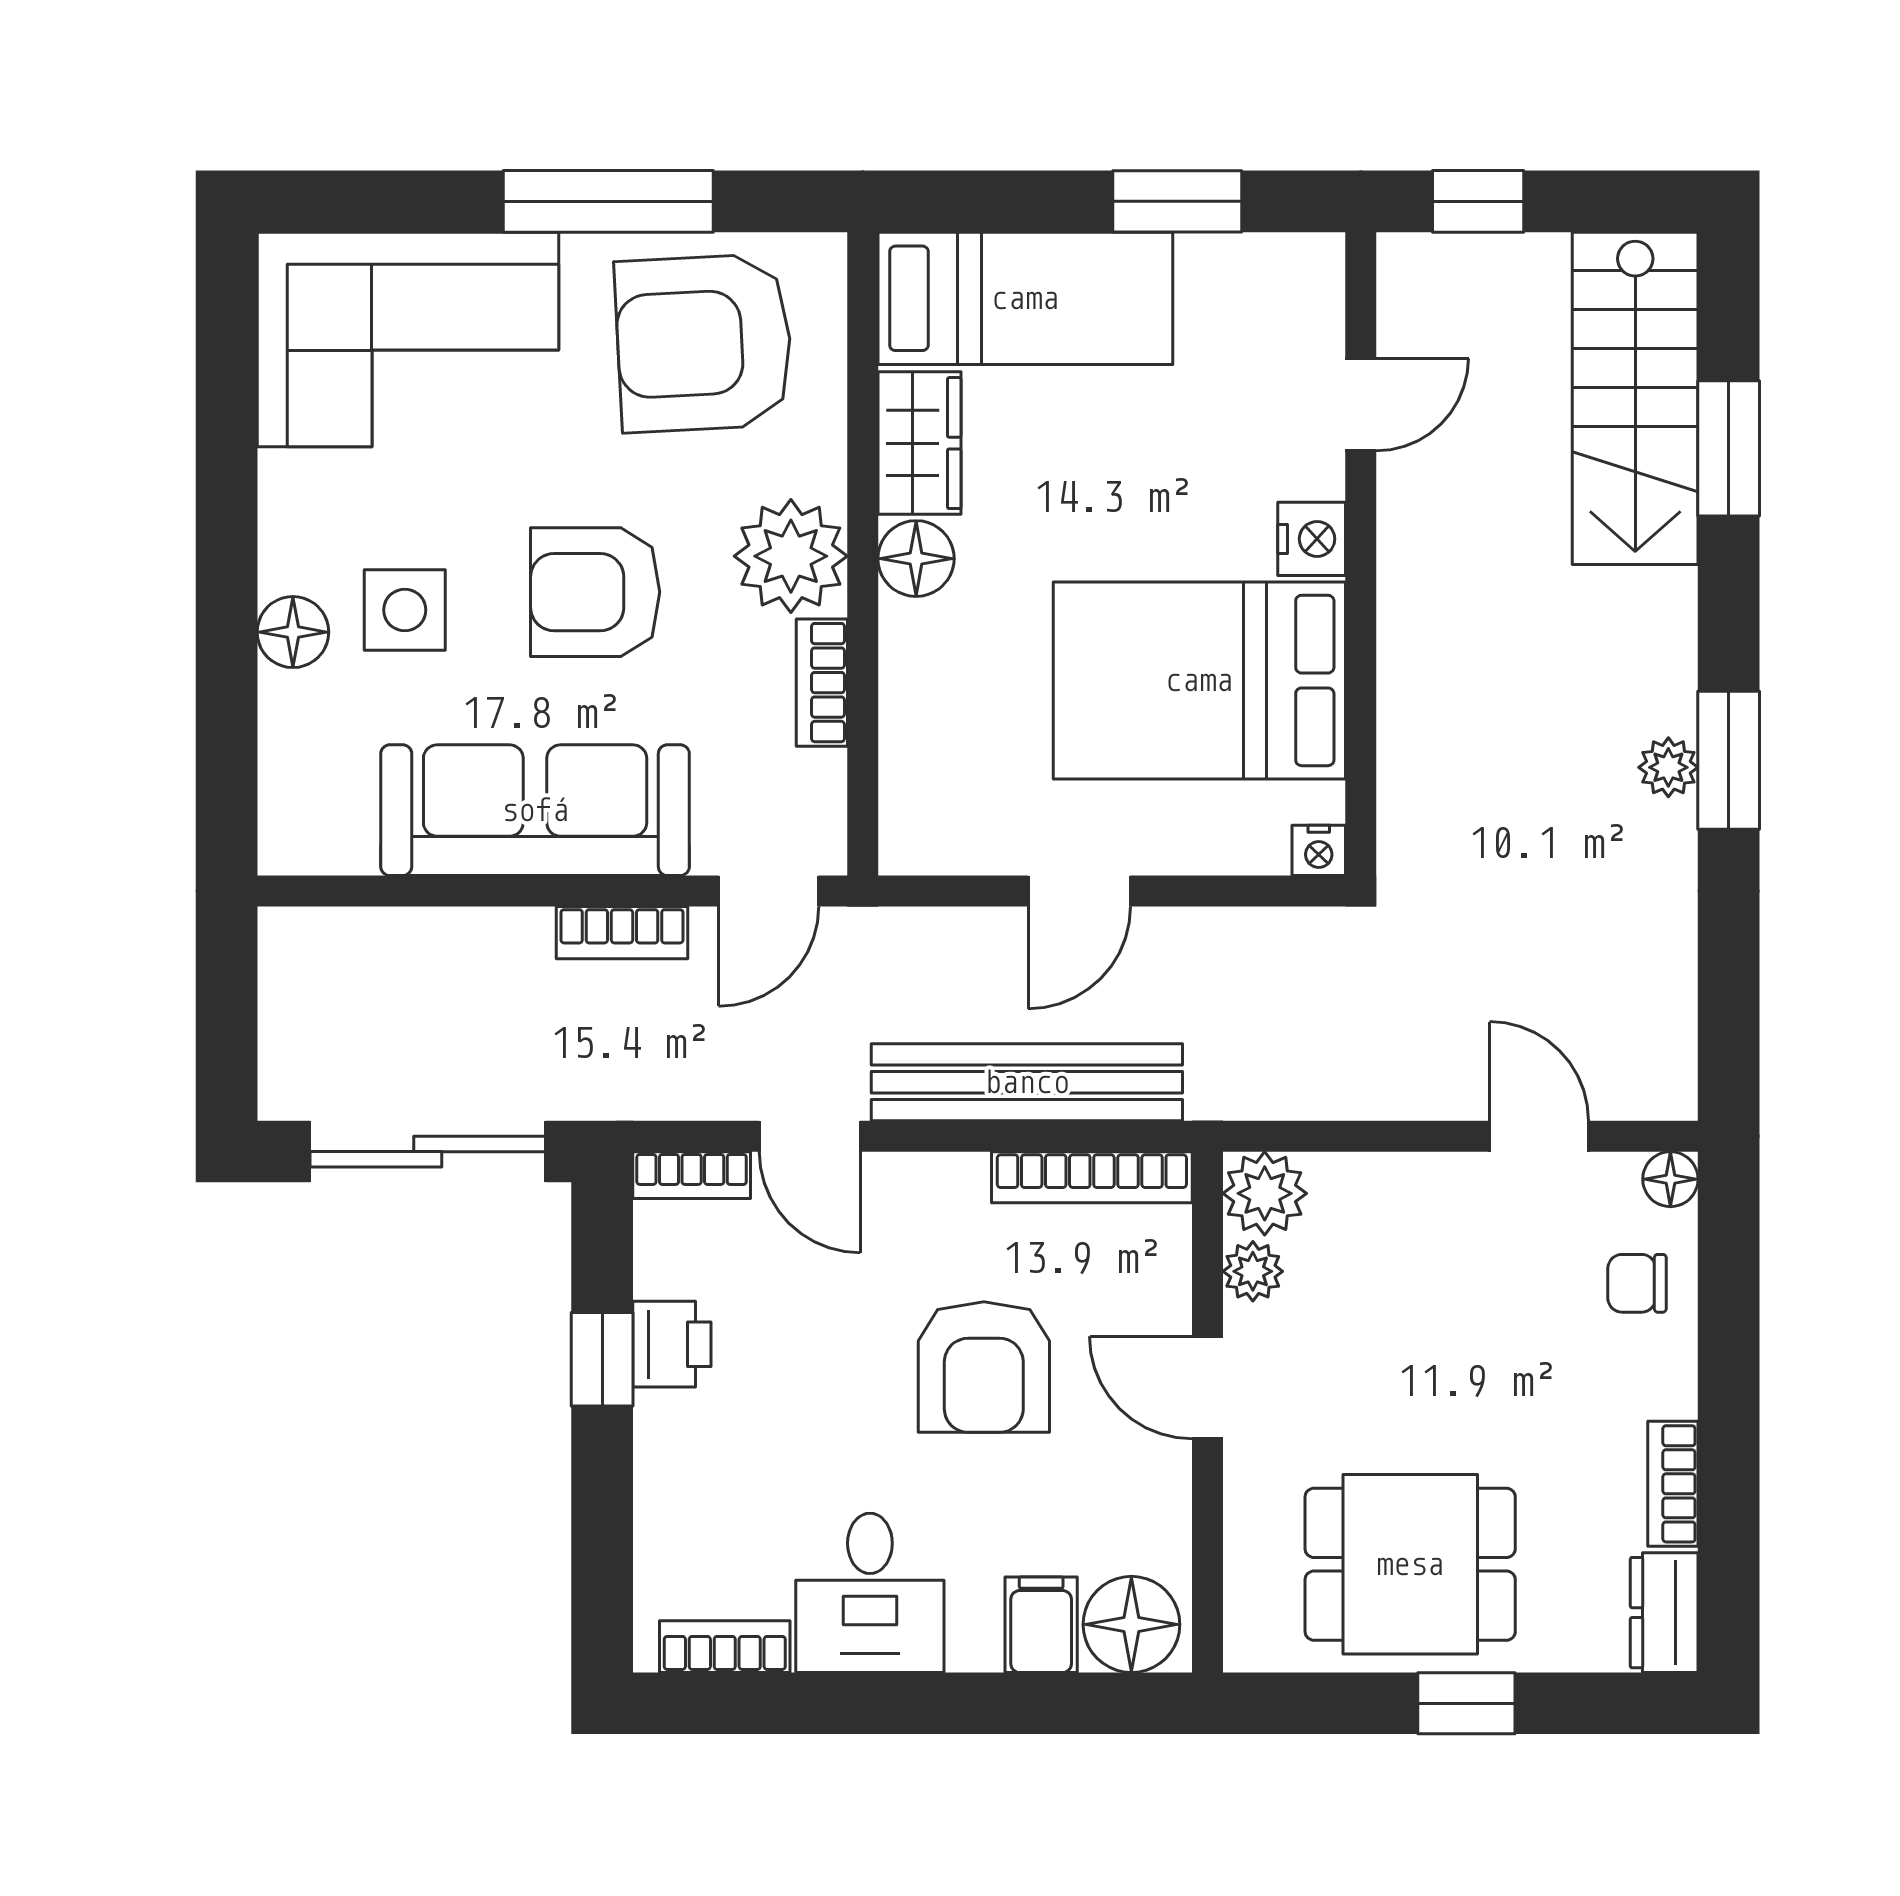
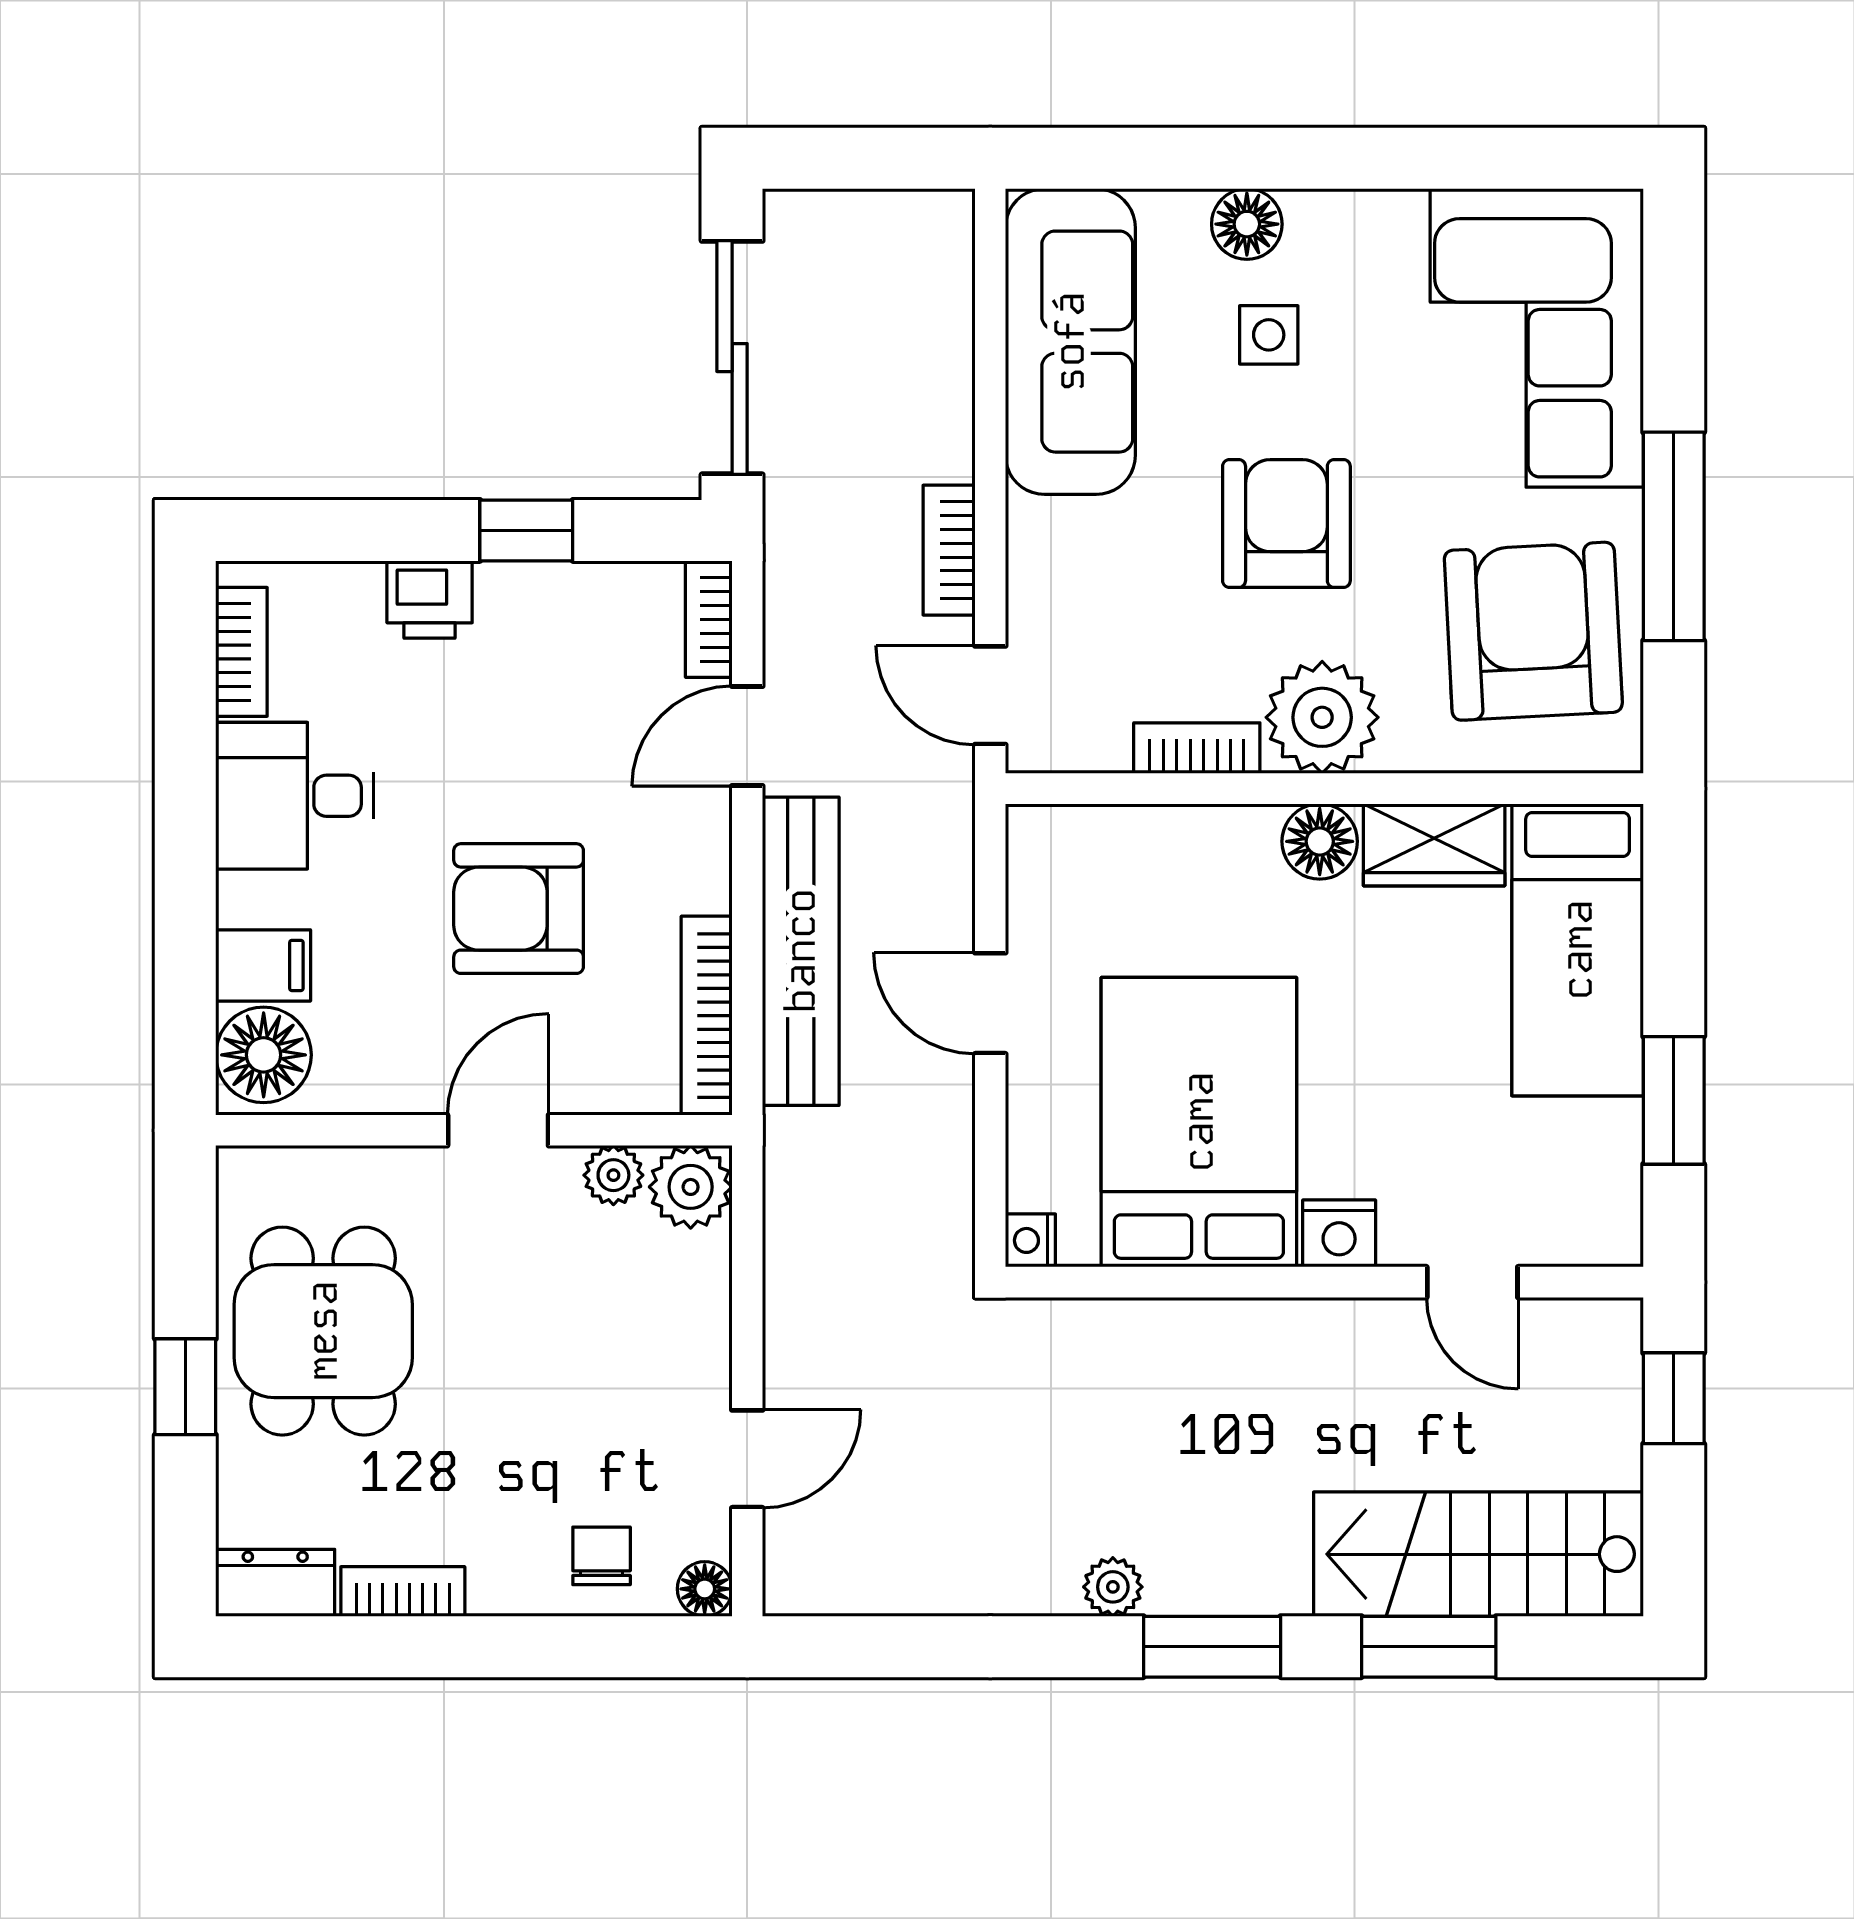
side table: (405, 610) -> (1269, 335), width x0.73, depth x0.73
window: (1729, 760) -> (1212, 1647), moved
sofa: (535, 810) -> (1070, 342), moved
printer: (672, 1344) -> (430, 600), moved

